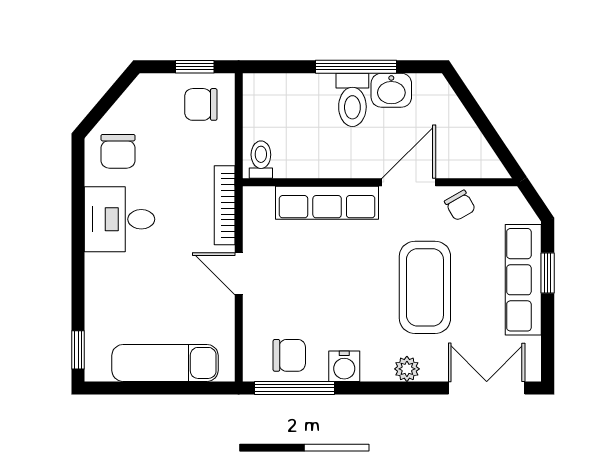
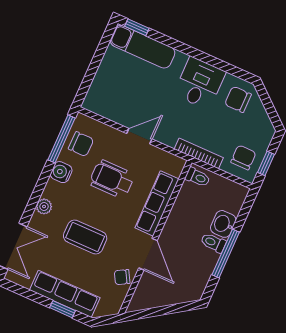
washbasin: (391, 90) -> (223, 224), moved
toilet: (352, 100) -> (213, 243), width x0.73, depth x0.72
bookcase: (225, 205) -> (199, 153), moved
wheelchair: (321, 286) -> (112, 179), added
coffee table: (425, 287) -> (85, 237), width x0.73, depth x0.76
chair: (289, 355) -> (81, 144), turned -90
exam couch: (165, 363) -> (143, 47), moved, turned 90

